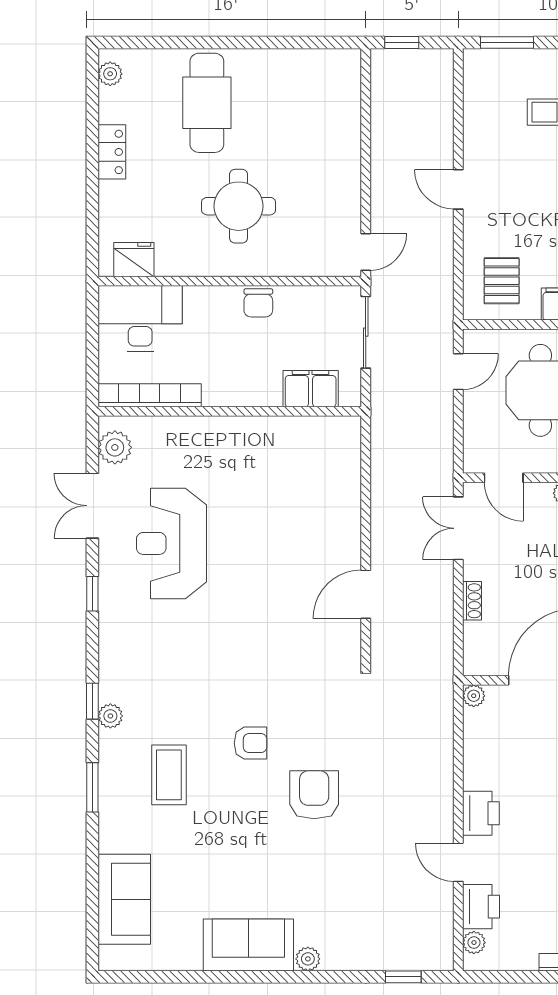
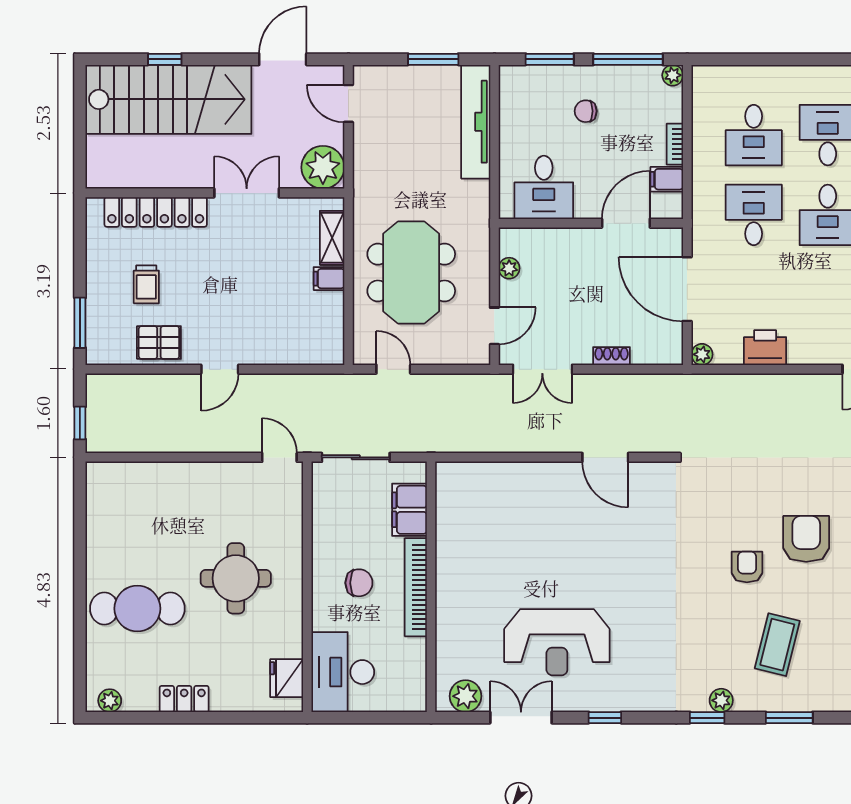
pallet: (502, 281) -> (159, 342), moved
chair: (258, 303) -> (359, 583), moved
bookcase: (150, 395) -> (416, 587), moved
double door: (92, 506) -> (521, 718), swing flipped
coffee table: (169, 775) -> (777, 645), turned -76
armchair: (314, 795) -> (806, 539), moved, turned 90
printer: (481, 813) -> (765, 348), moved

